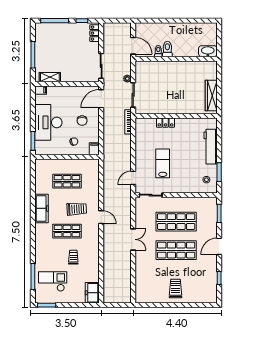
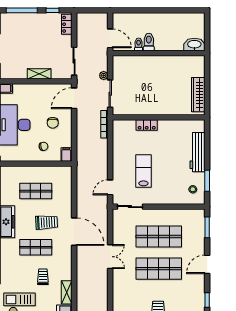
shelving: (50, 77) -> (39, 74), moved
door: (101, 217) -> (74, 232), width x1.88
shelving: (94, 271) -> (67, 292), added

